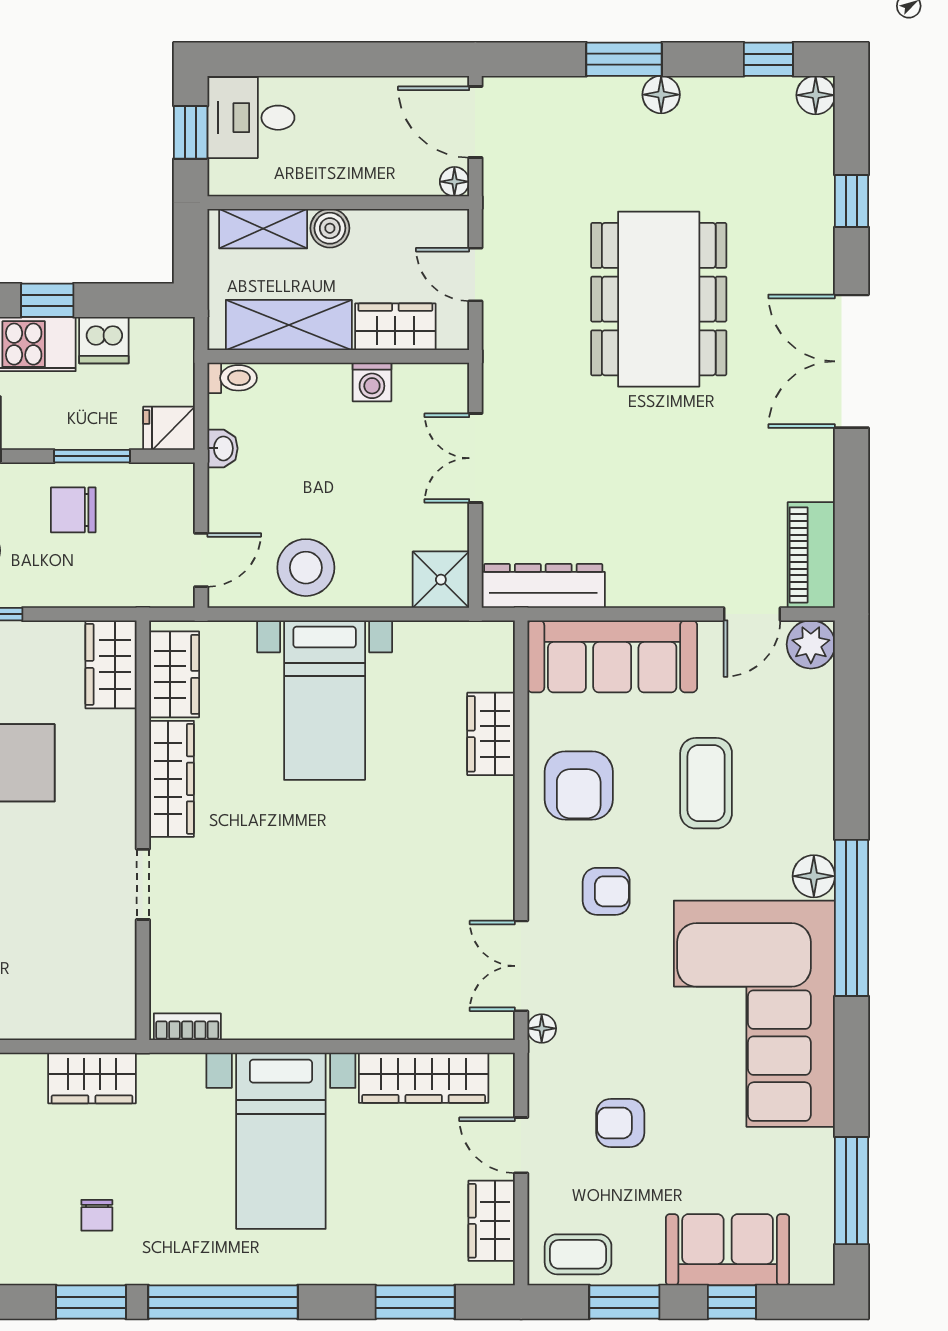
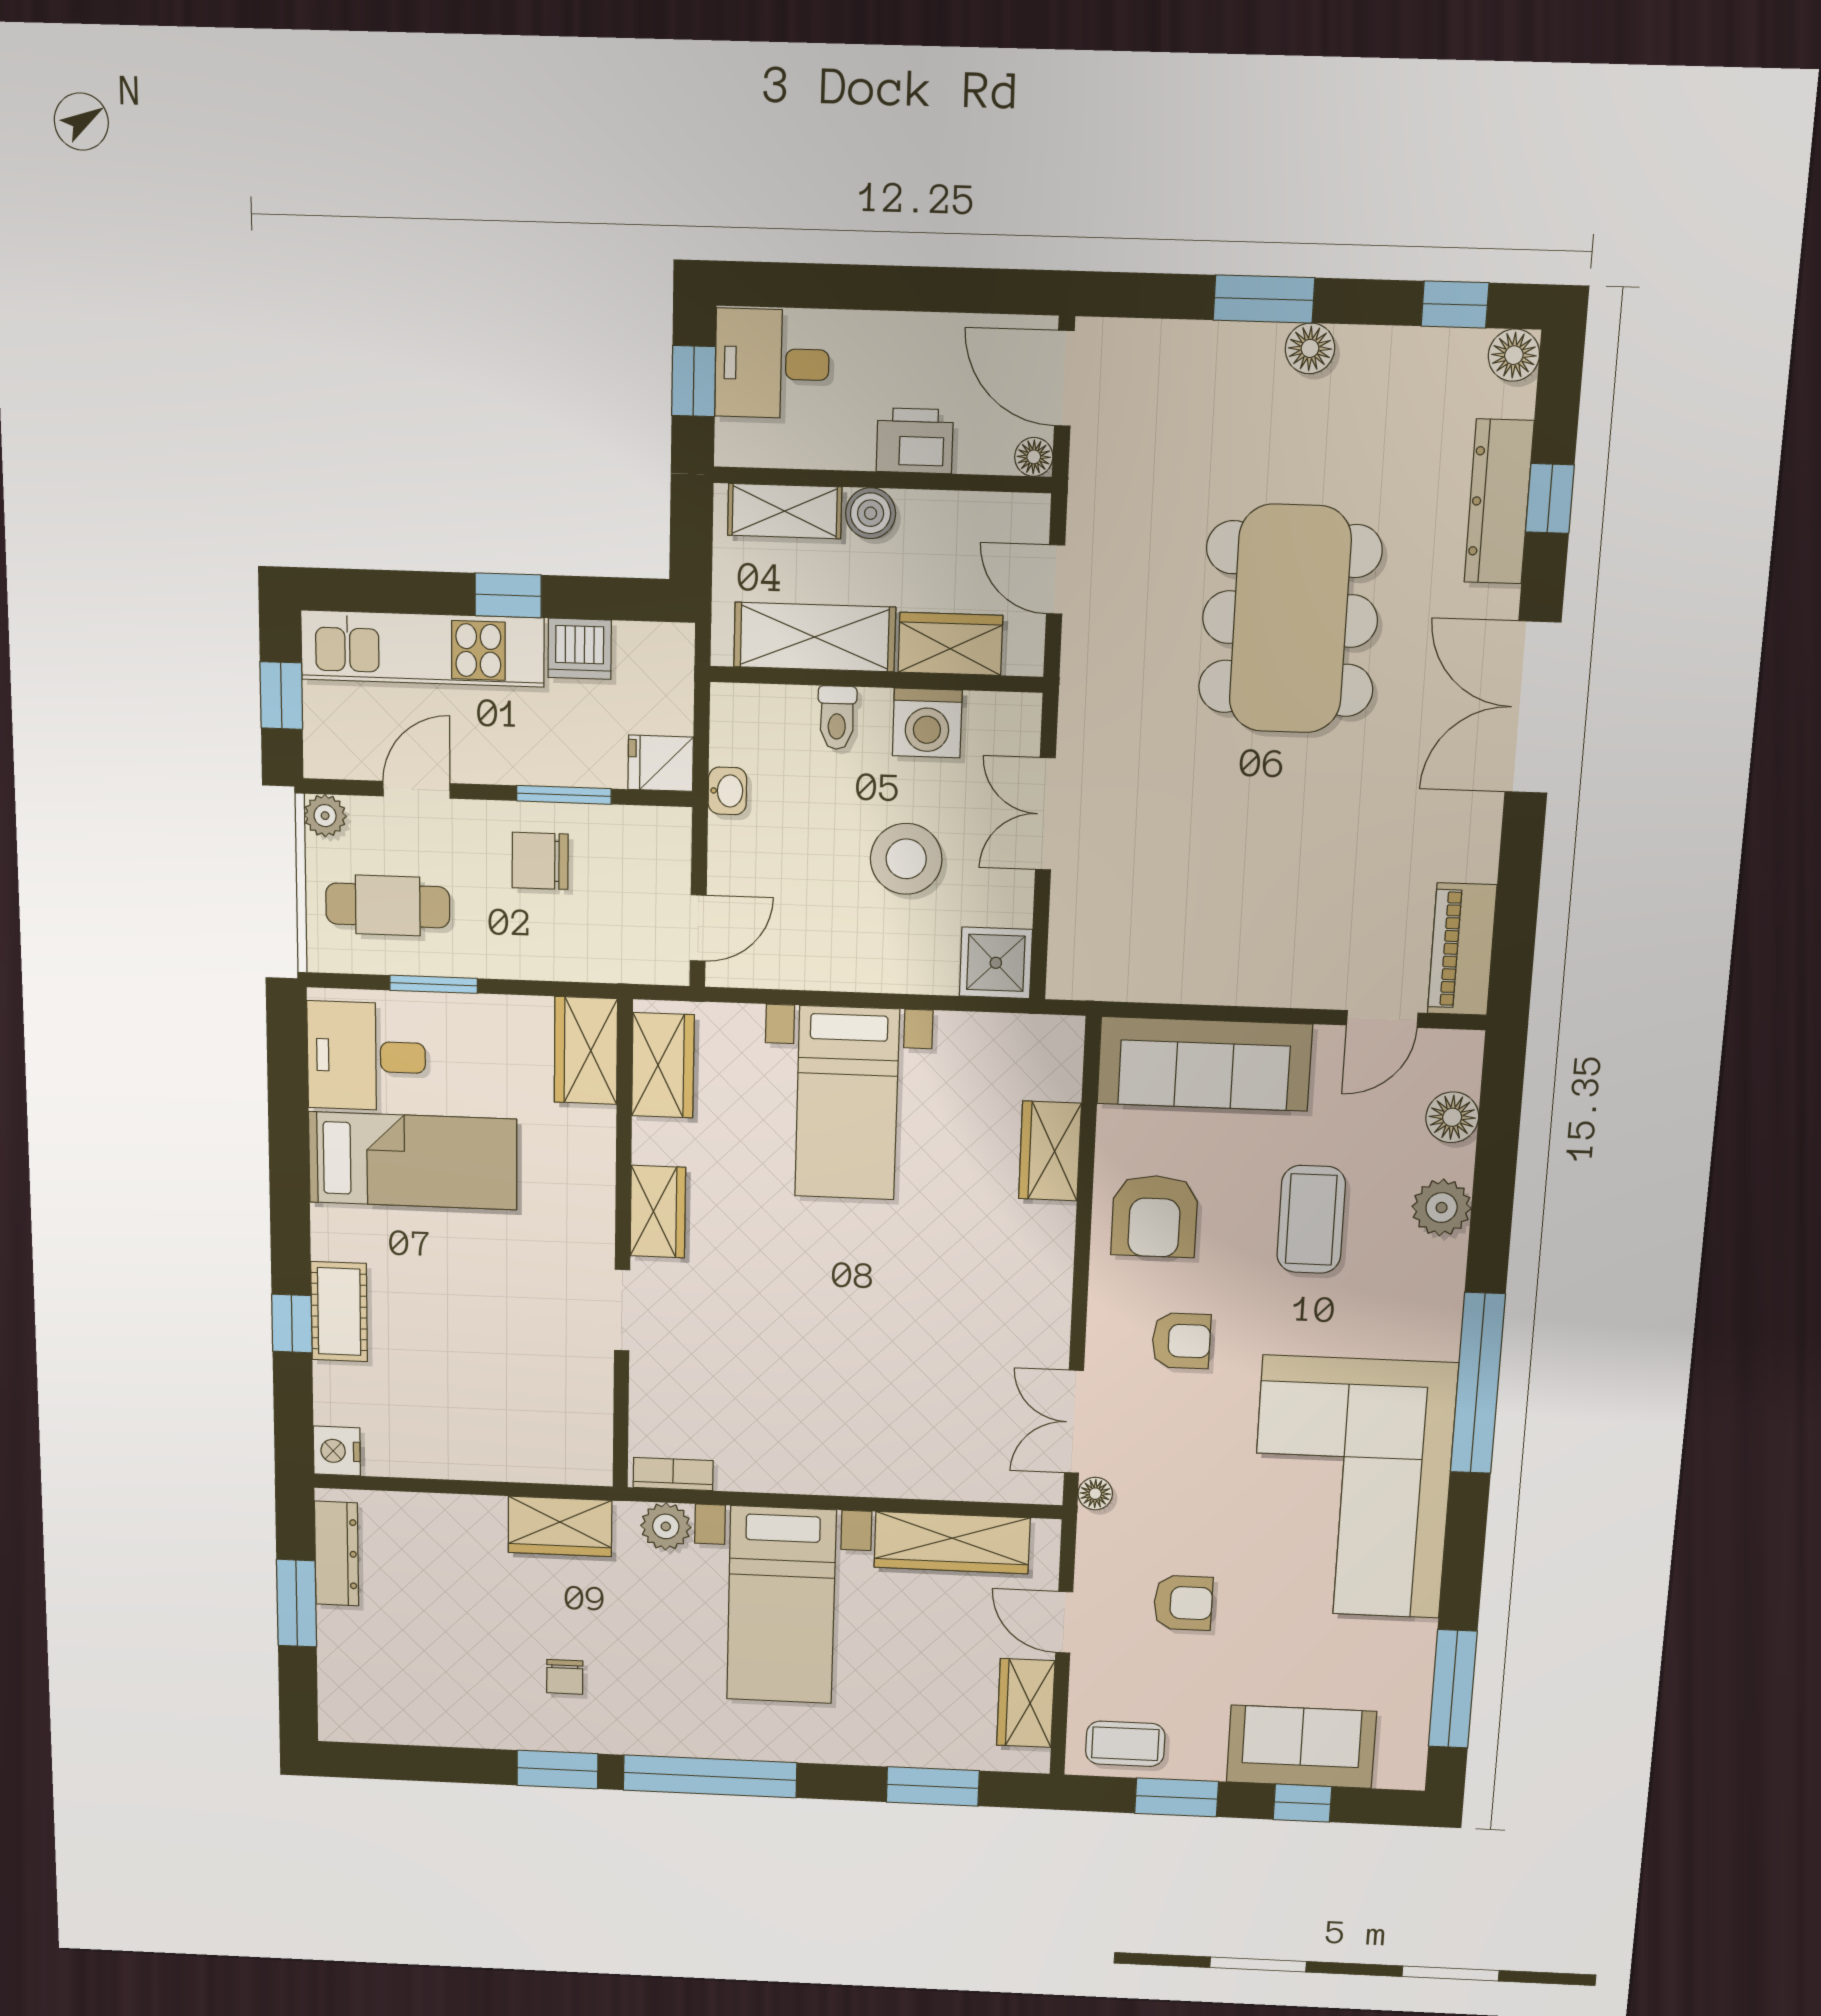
printer: (362, 172) -> (915, 441), added
toilet: (232, 378) -> (837, 718), moved, turned 90
washing machine: (372, 382) -> (927, 723), width x1.38, depth x1.38
stool: (306, 568) -> (906, 859), moved
dresser: (543, 586) -> (1499, 502), moved, turned -90
plant: (811, 644) -> (1442, 1208), moved
wardrobe: (172, 779) -> (658, 1212), width x0.67
floor lamp: (814, 876) -> (1452, 1117), moved
plant: (182, 1074) -> (666, 1526), added
armchair: (620, 1123) -> (1183, 1603), turned 180

